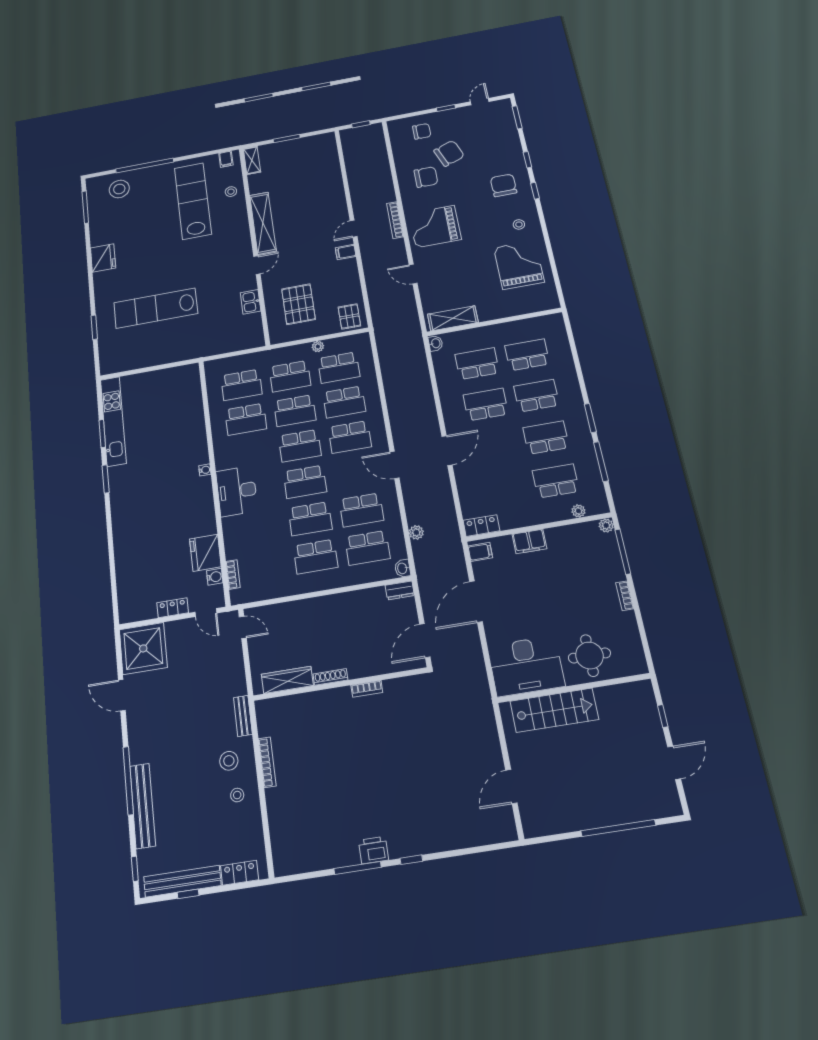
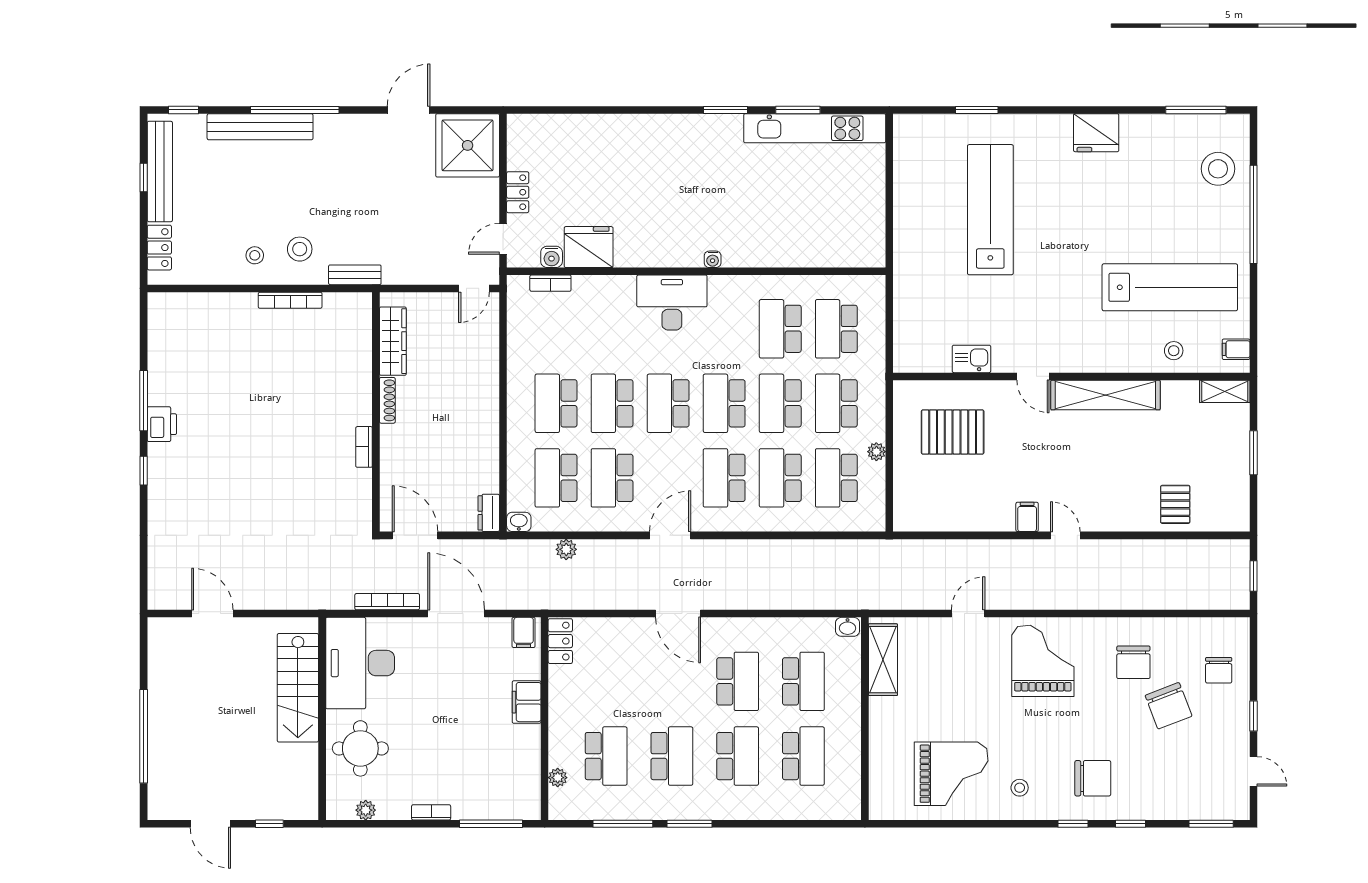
bookcase: (395, 220) -> (387, 602), moved
pallet: (349, 316) -> (1175, 504), moved, turned 90
plant: (606, 525) -> (366, 810), moved

